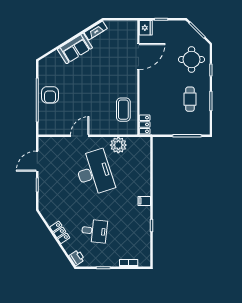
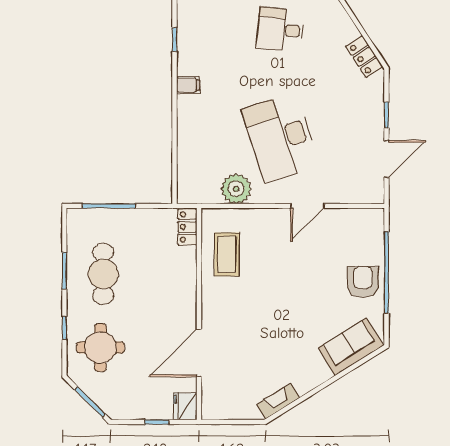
sofa: (75, 48) -> (351, 347), moved
cafe table: (190, 99) -> (103, 274), width x1.37, depth x1.35
locker: (60, 232) -> (364, 57), moved

